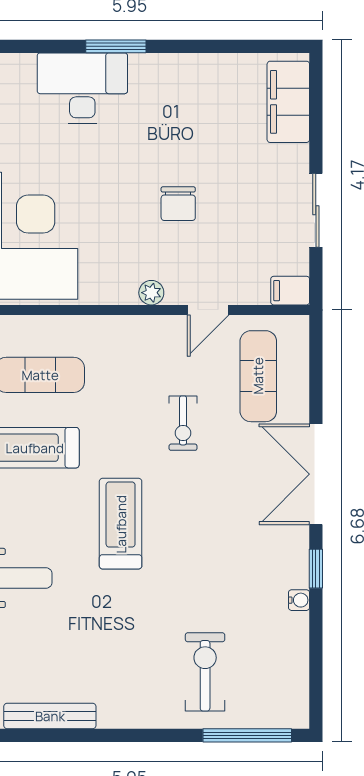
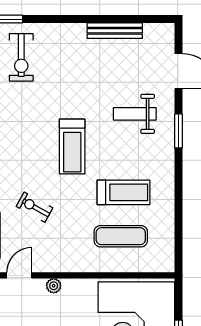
exercise bike: (183, 423) -> (35, 207), turned -61

